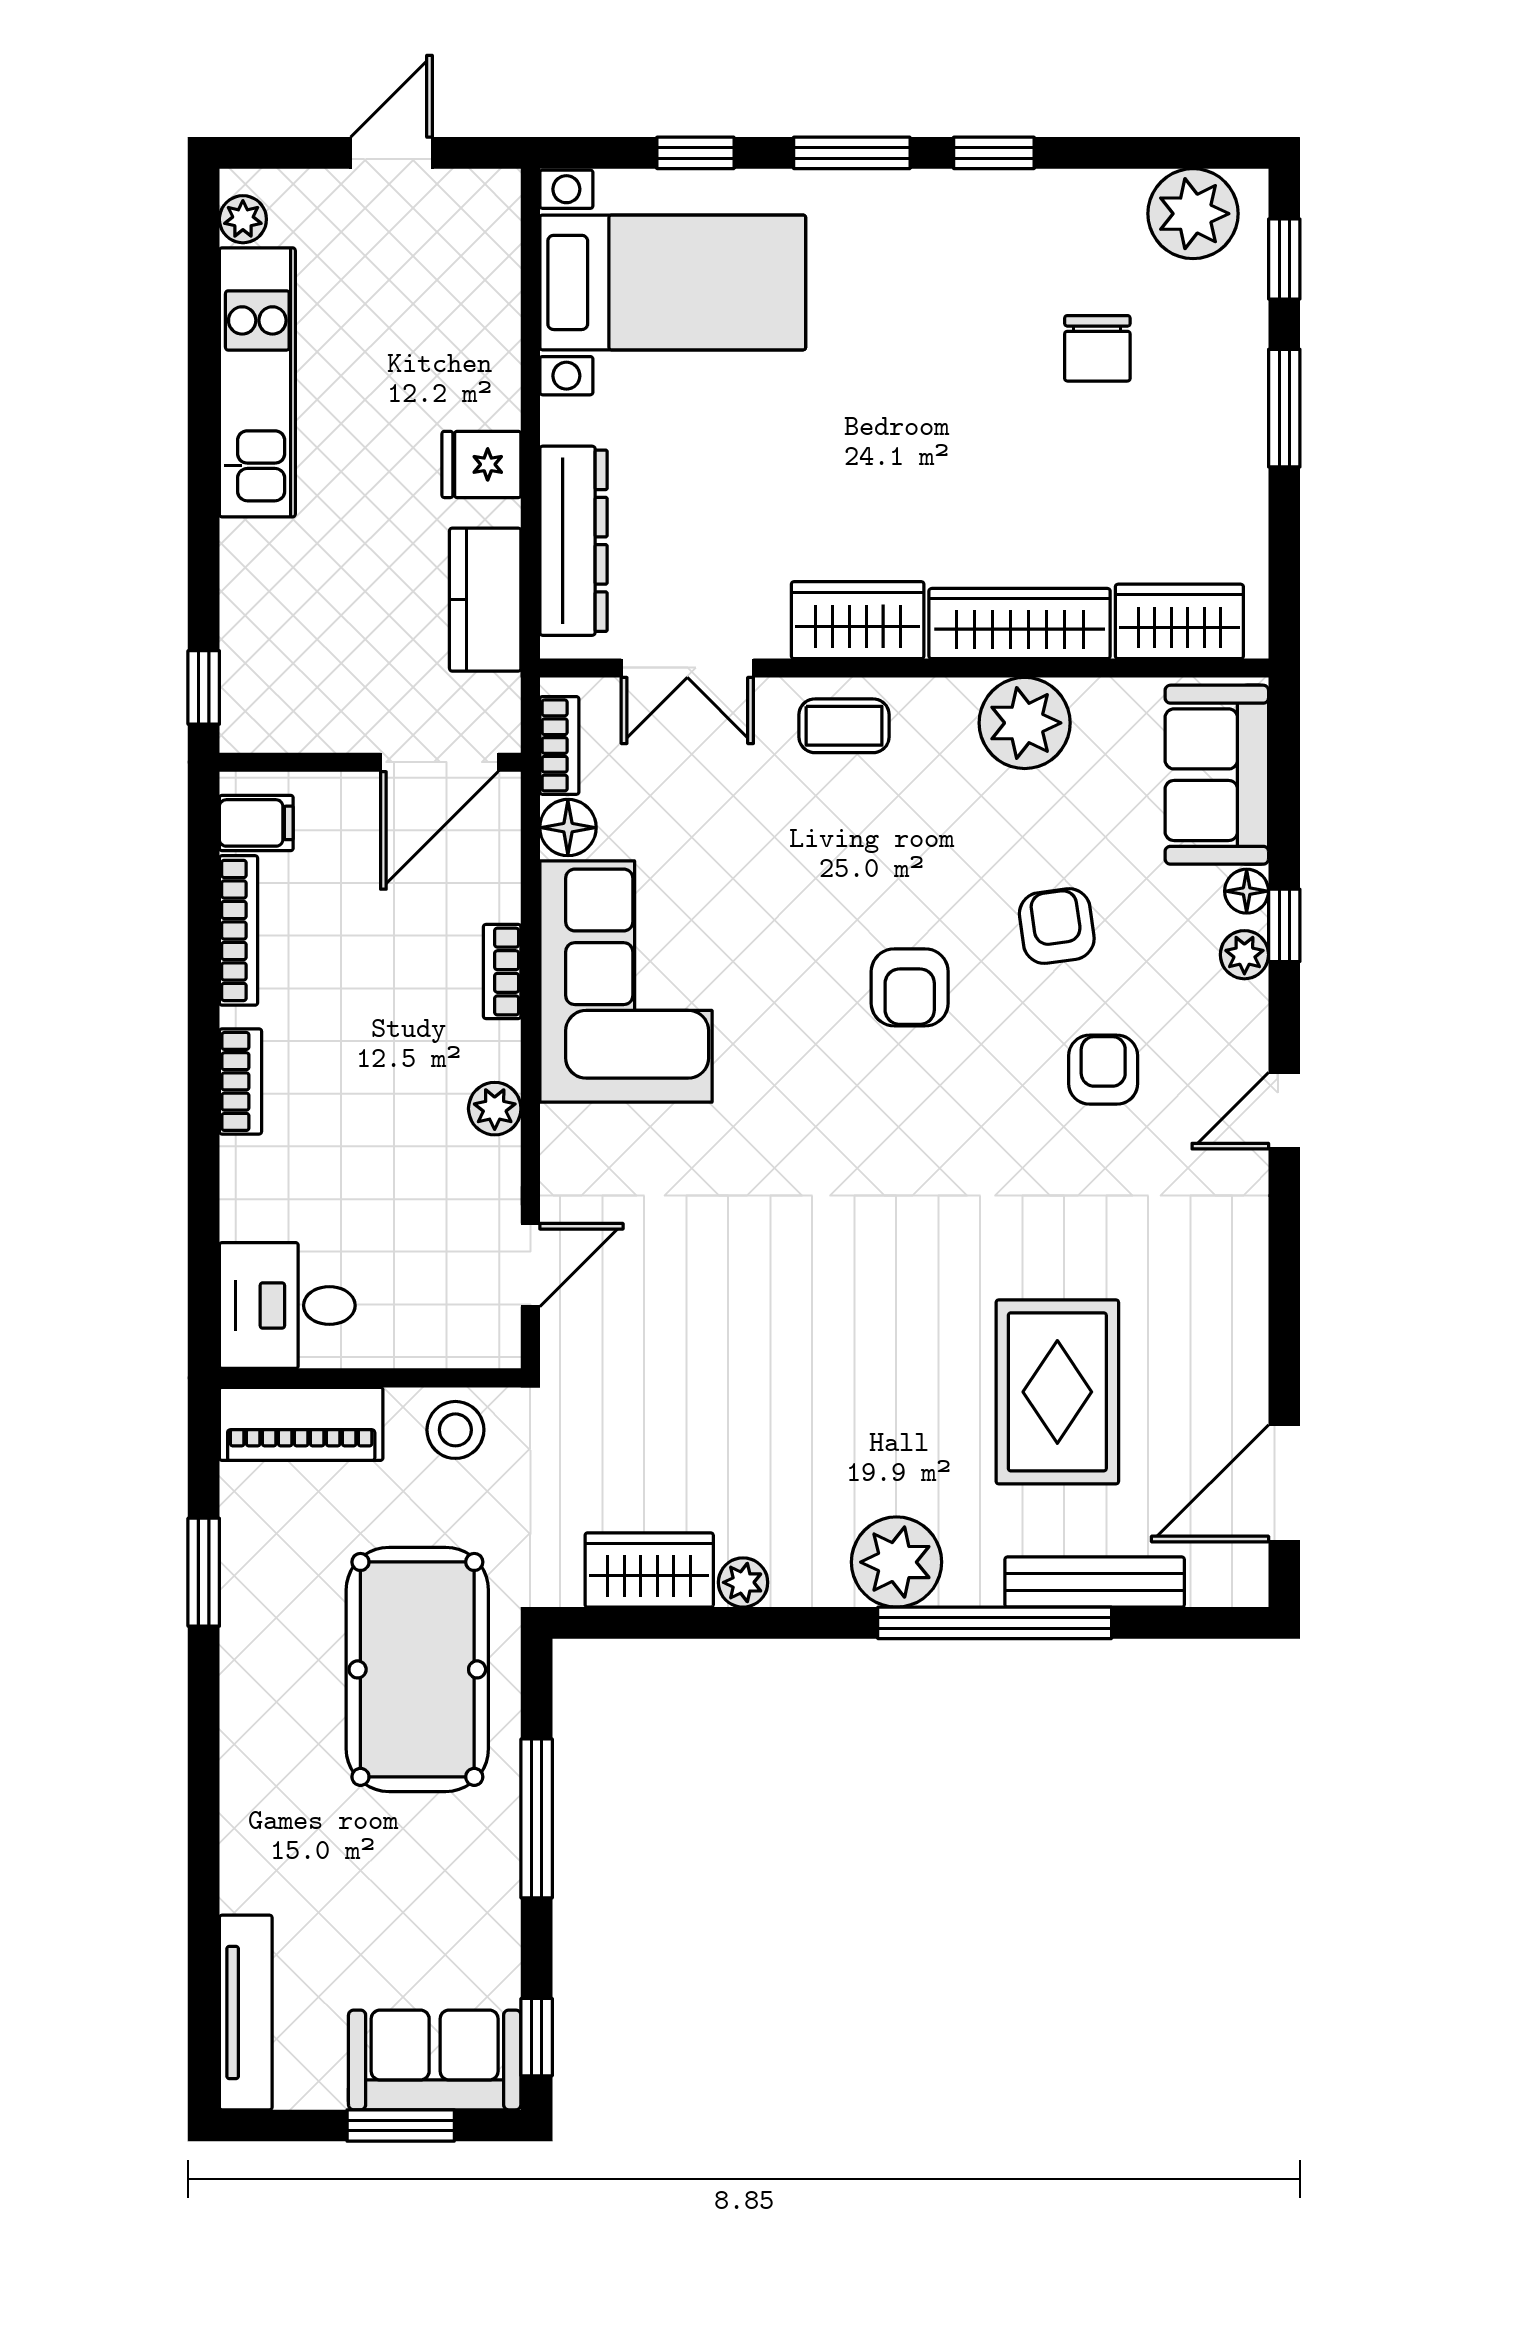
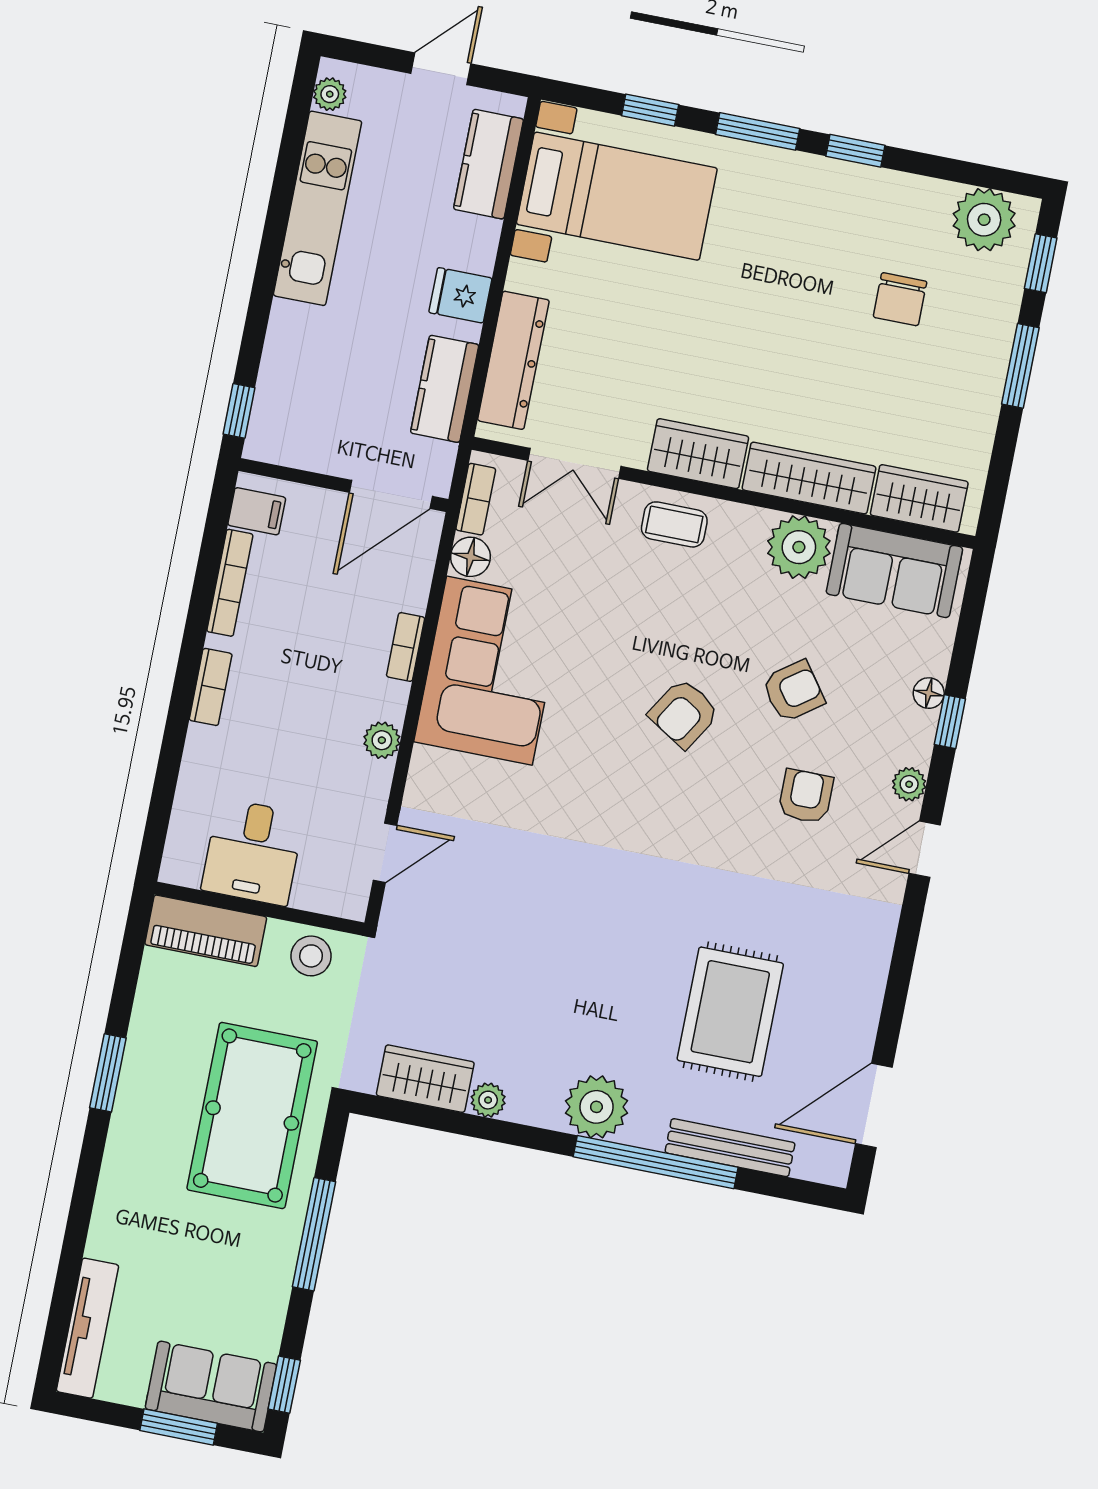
kitchen counter: (484, 273) -> (489, 164), added
sofa: (1217, 775) -> (894, 570), moved, turned -90
armchair: (1057, 926) -> (793, 691), turned 62
plant: (1244, 955) -> (909, 784), moved
armchair: (910, 987) -> (684, 713), turned 32
desk: (287, 1306) -> (253, 852), moved, turned -90
window: (204, 1572) -> (108, 1073), moved

